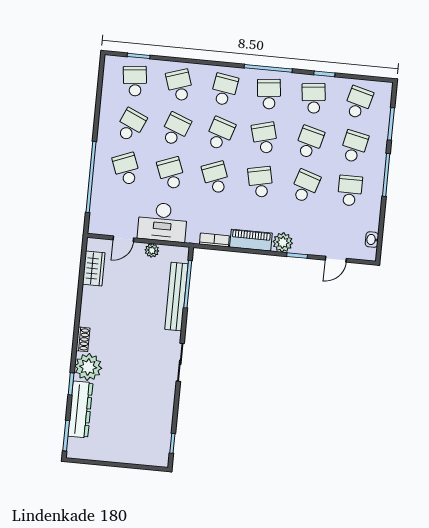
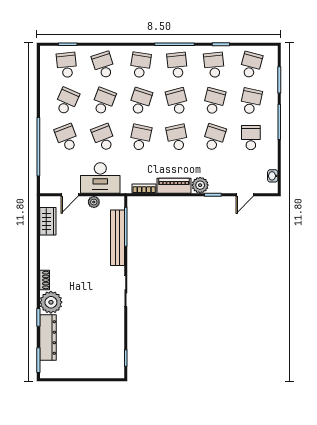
school desk: (216, 178) -> (140, 138), turned 33

